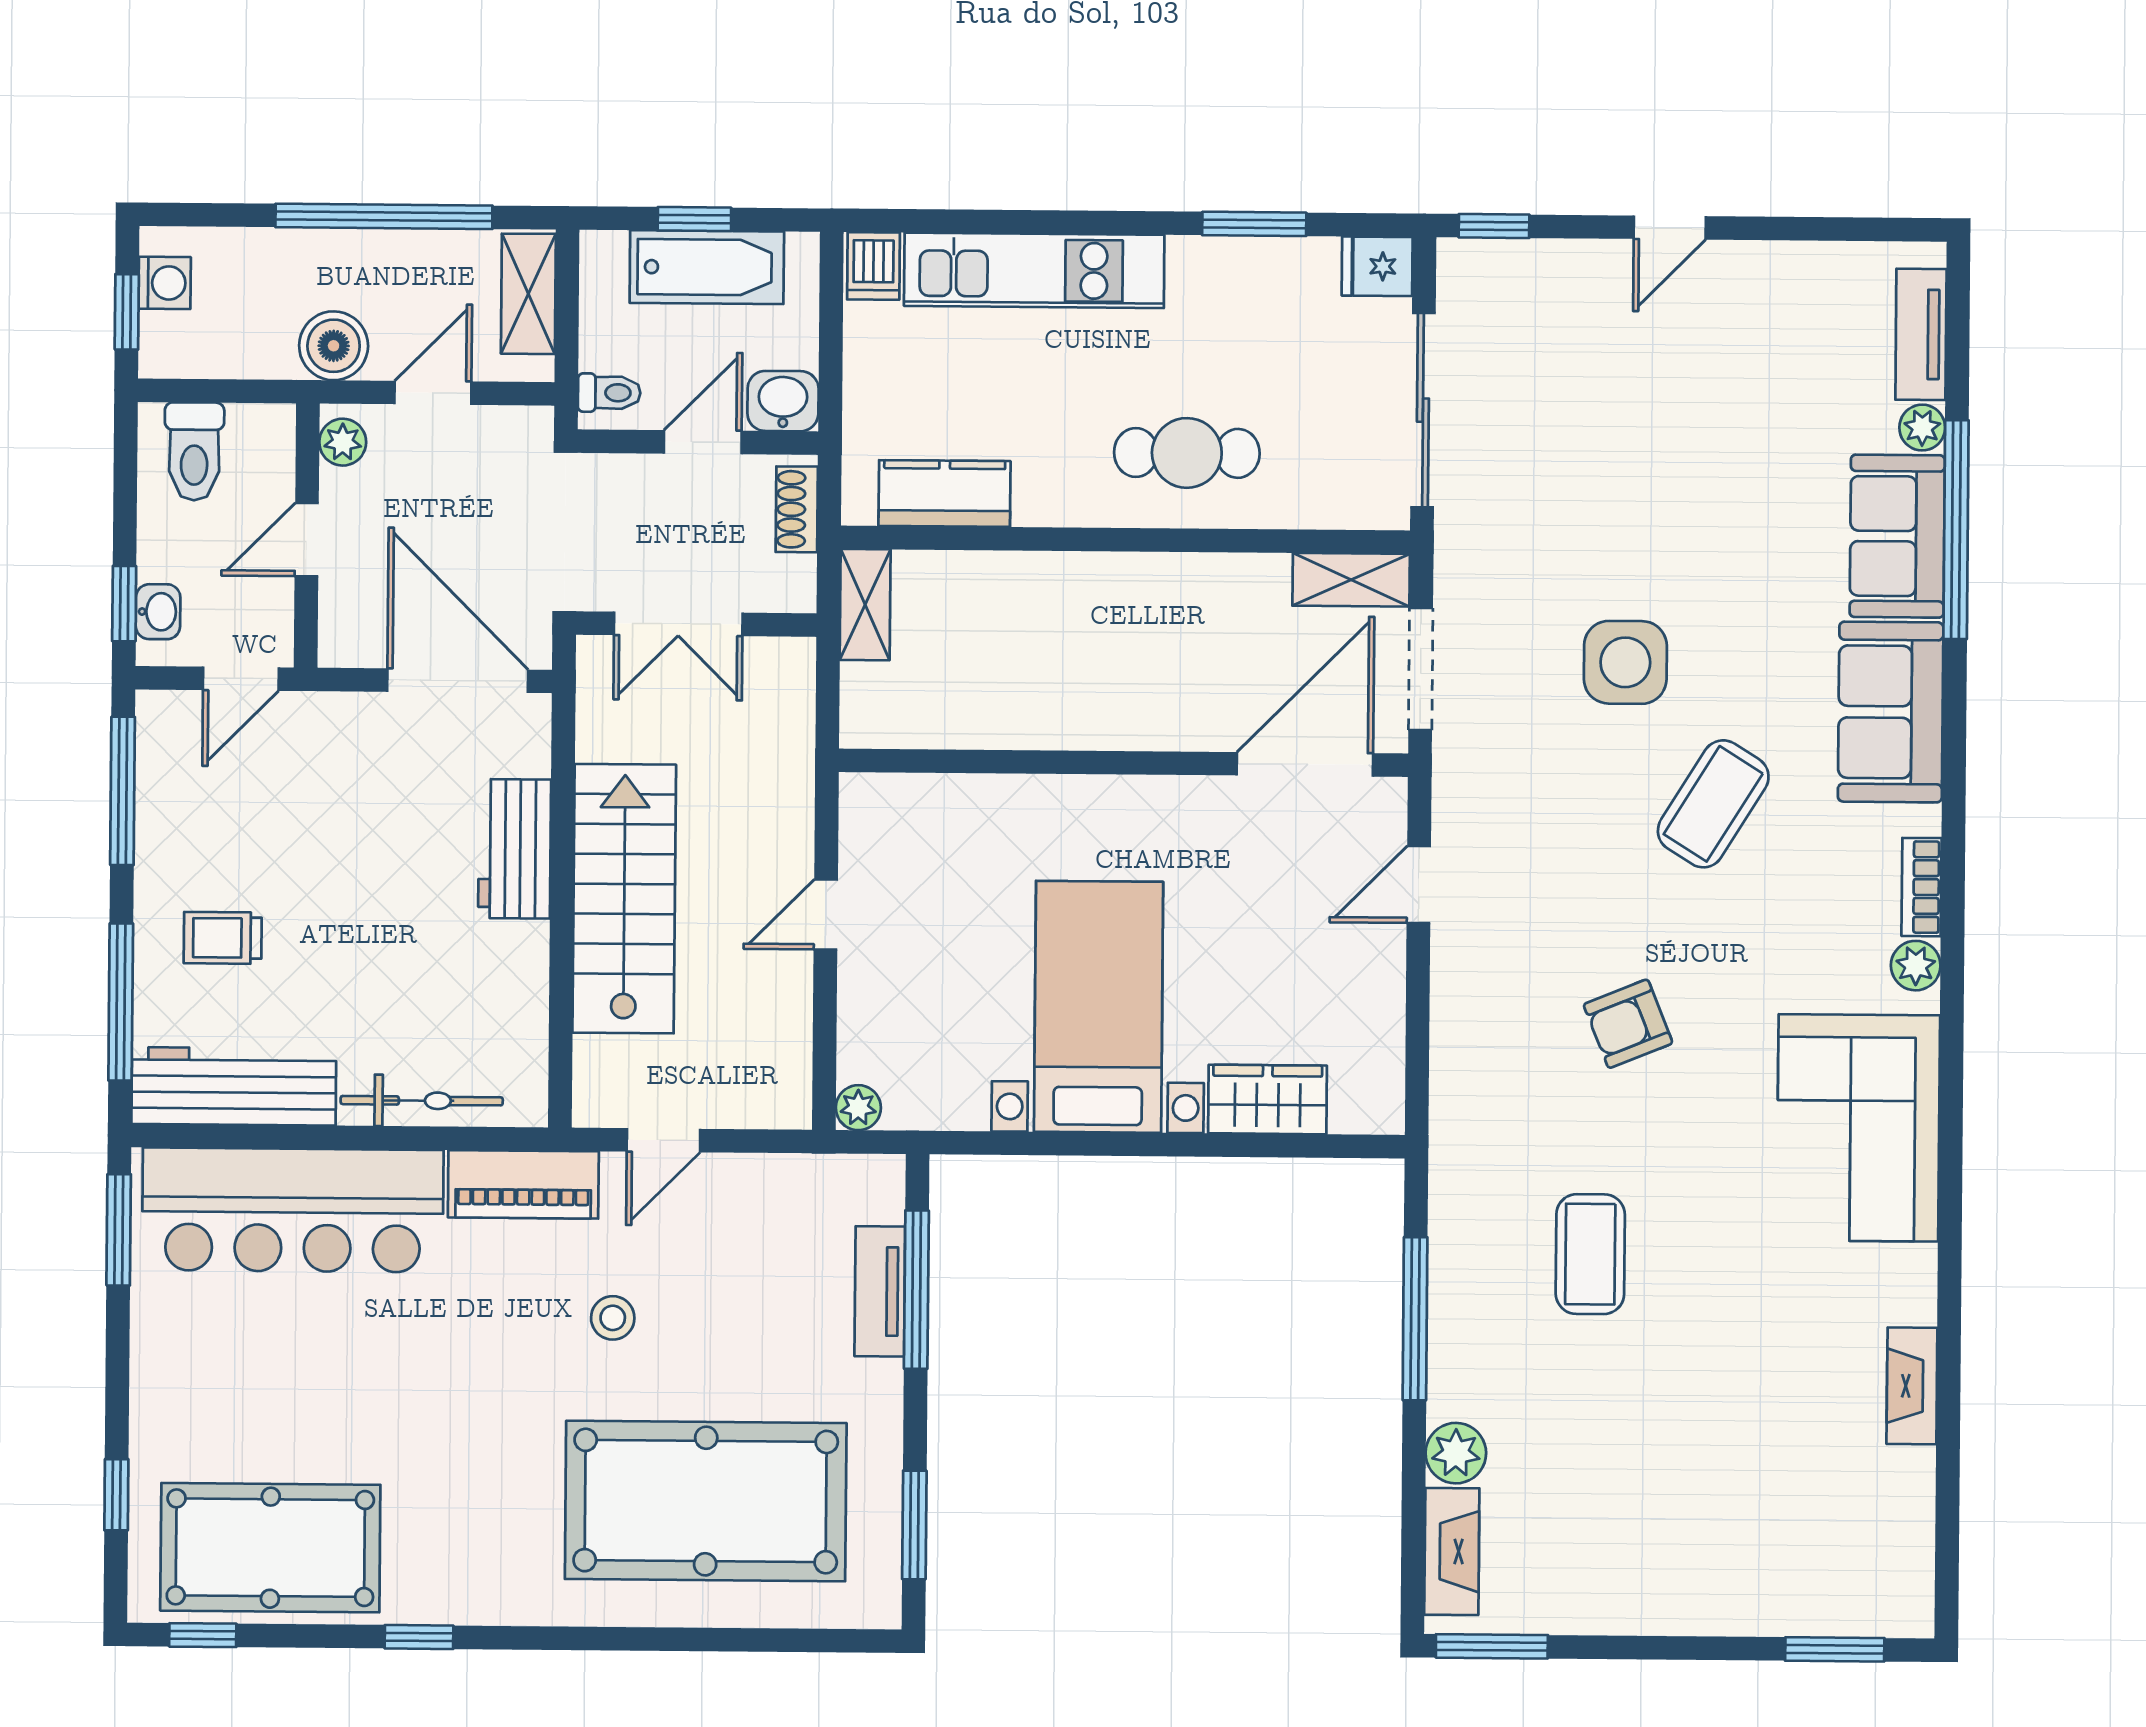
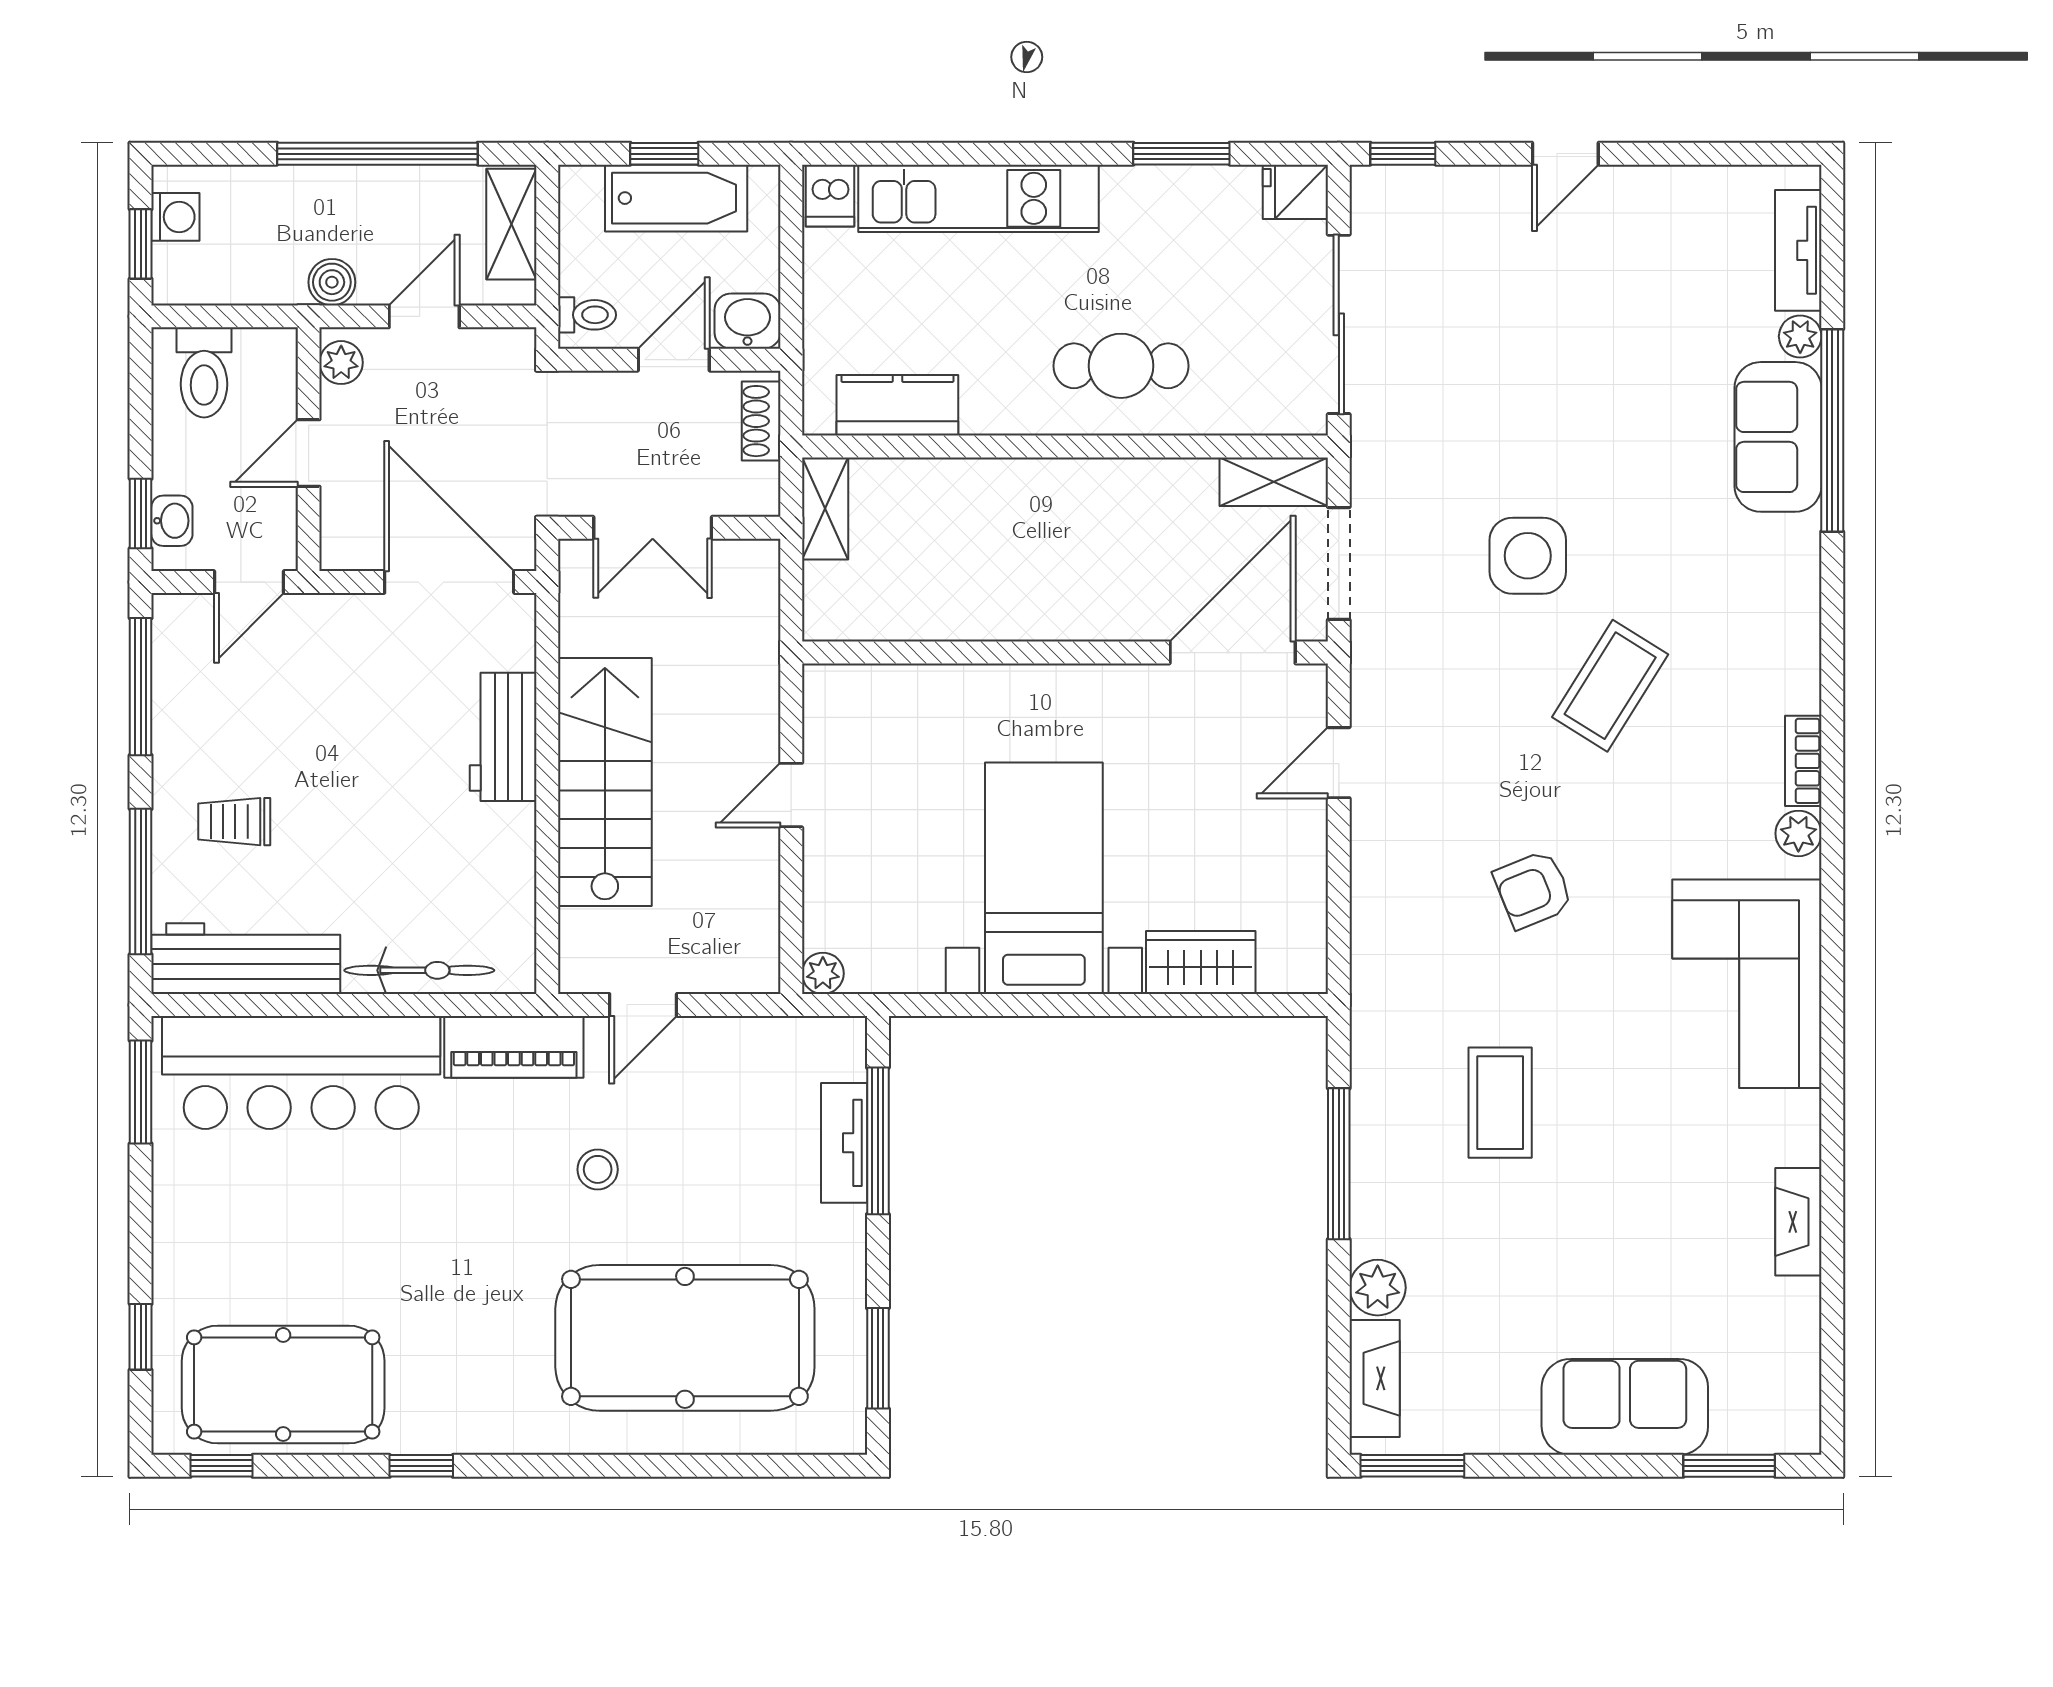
boiler: (334, 346) -> (332, 282), width x0.73, depth x0.73
sofa: (1891, 712) -> (1625, 1407), moved, turned 90

